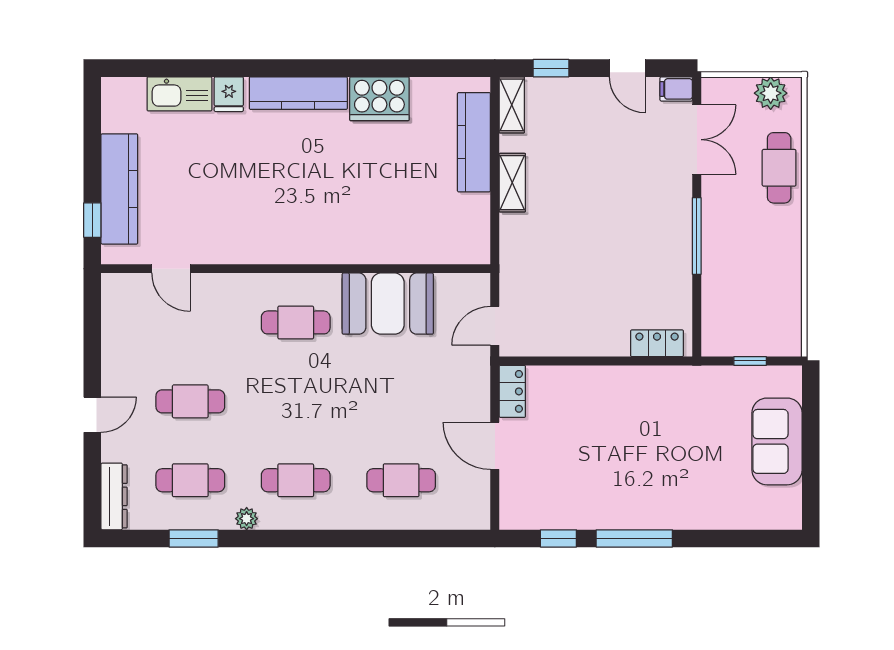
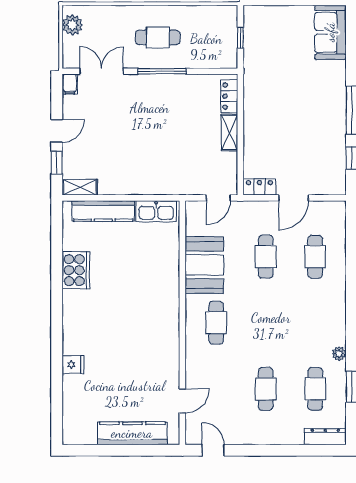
door: (627, 68) -> (57, 131), moved
kitchen counter: (298, 93) -> (72, 321), removed
kitchen sink: (179, 94) -> (156, 211), moved, turned 90
cafe table: (779, 168) -> (158, 37), moved
shelving: (512, 183) -> (229, 133), moved, turned 90
window: (92, 220) -> (152, 450), removed
door: (495, 326) -> (218, 198), hinge flipped
door: (92, 415) -> (213, 450), moved
sofa: (777, 441) -> (330, 32), moved, turned 90
cafe table: (296, 480) -> (266, 257), moved

